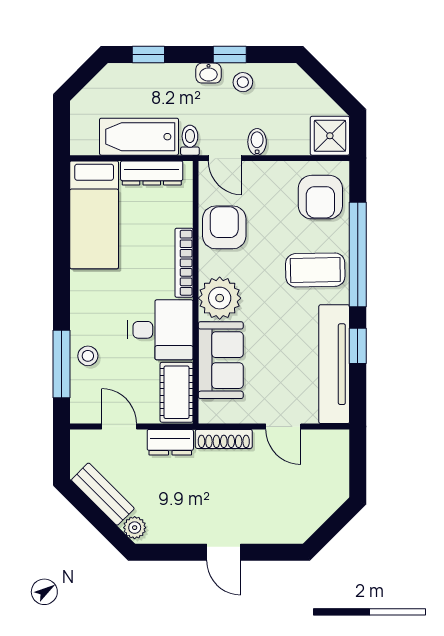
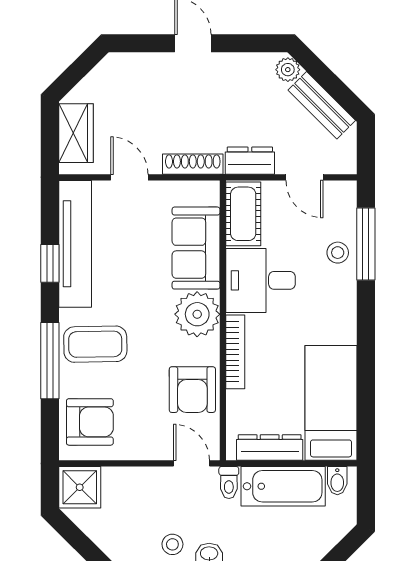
bidet: (257, 142) -> (337, 481), moved
armchair: (320, 197) -> (90, 422), turned 90
window: (358, 255) -> (50, 361), width x0.68
wardrobe: (333, 468) -> (76, 133), added

